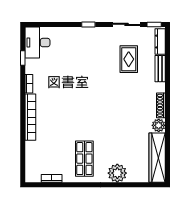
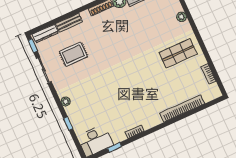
window: (88, 24) -> (68, 123), moved
plant: (87, 32) -> (66, 101), added
bookcase: (30, 117) -> (182, 108), moved
plant: (117, 173) -> (181, 17), width x0.53, depth x0.53

